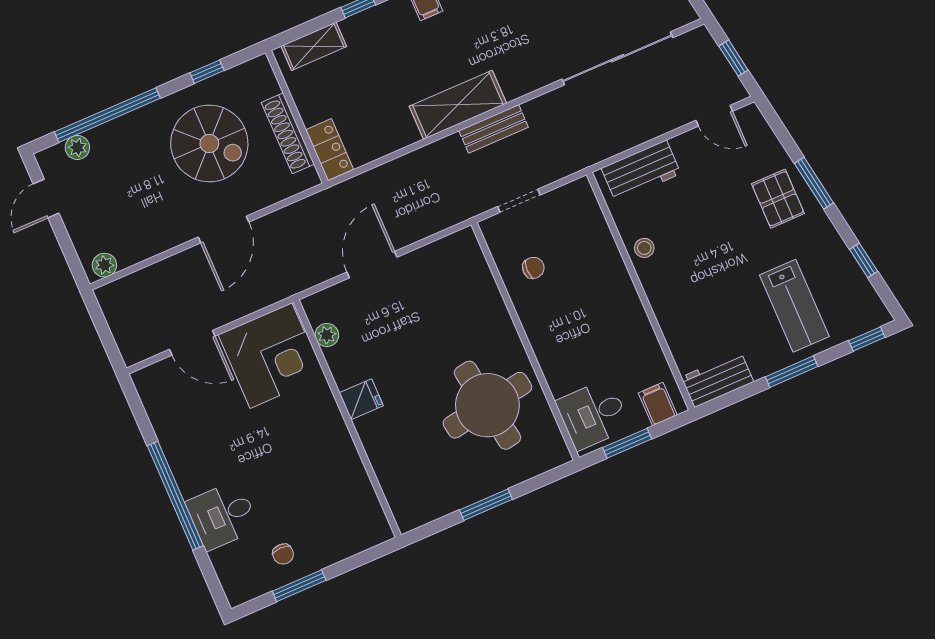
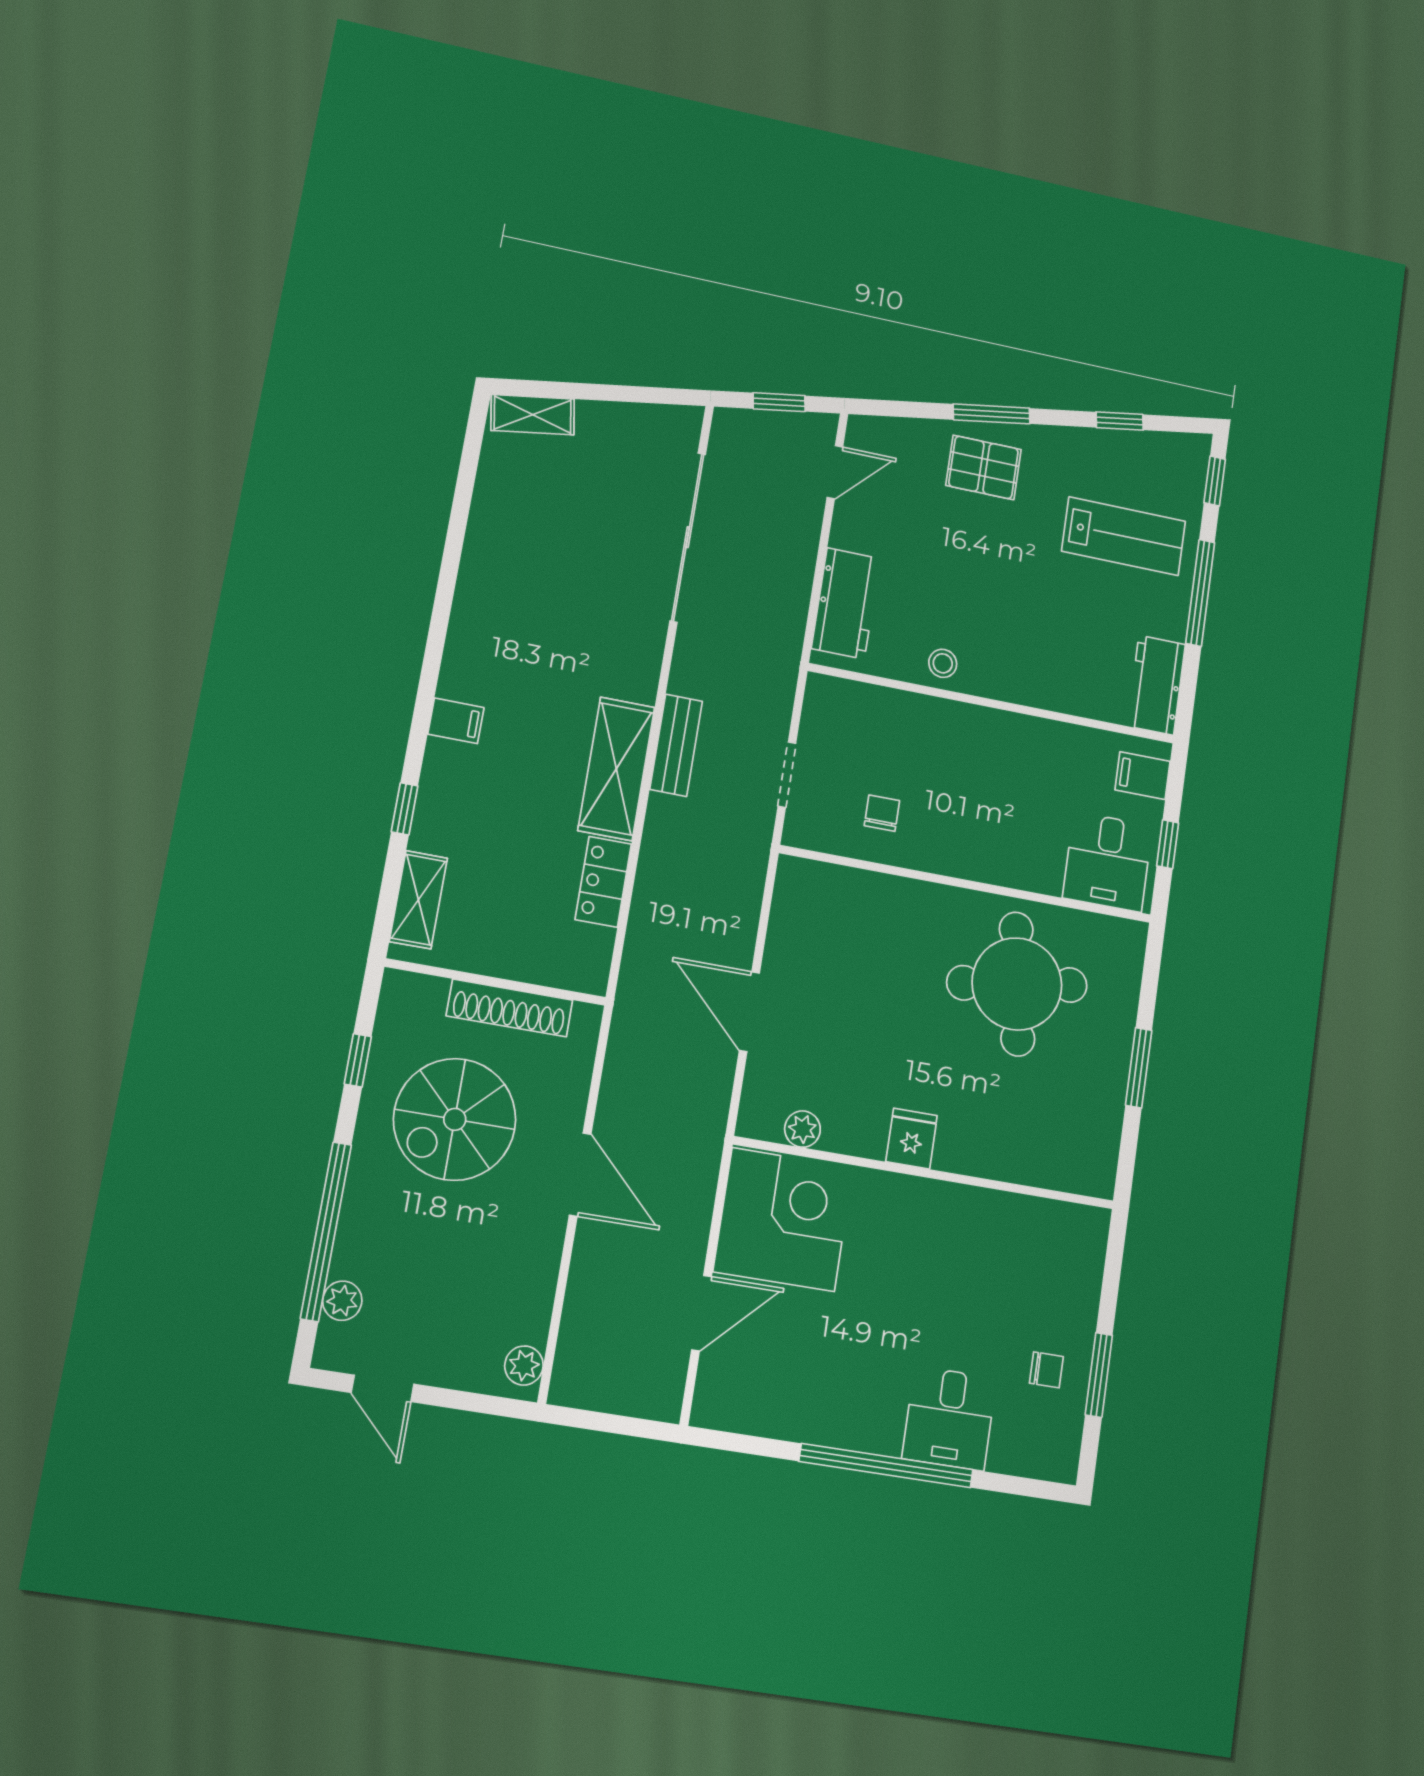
spiral stairs: (209, 143) -> (455, 1119), turned 180
locker: (330, 149) -> (603, 882), moved, turned -90
window: (792, 372) -> (1200, 593), width x1.44
window: (627, 443) -> (1168, 844), width x0.67

